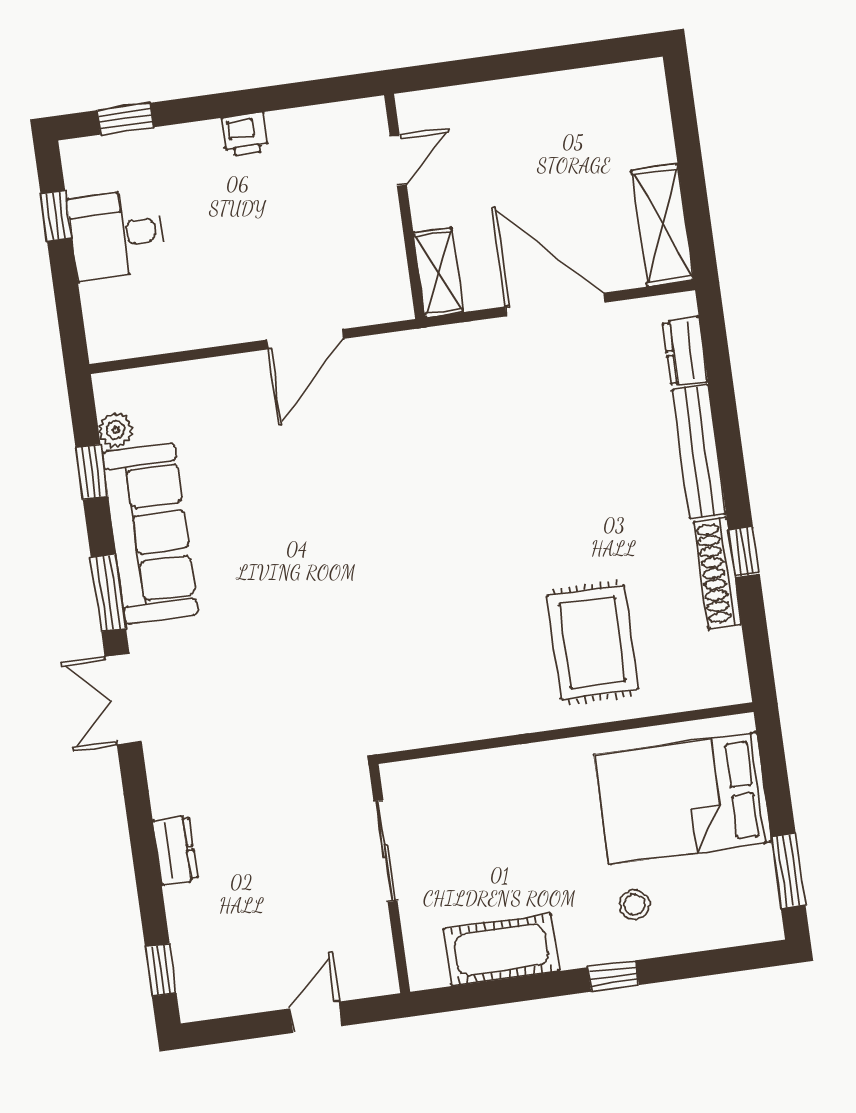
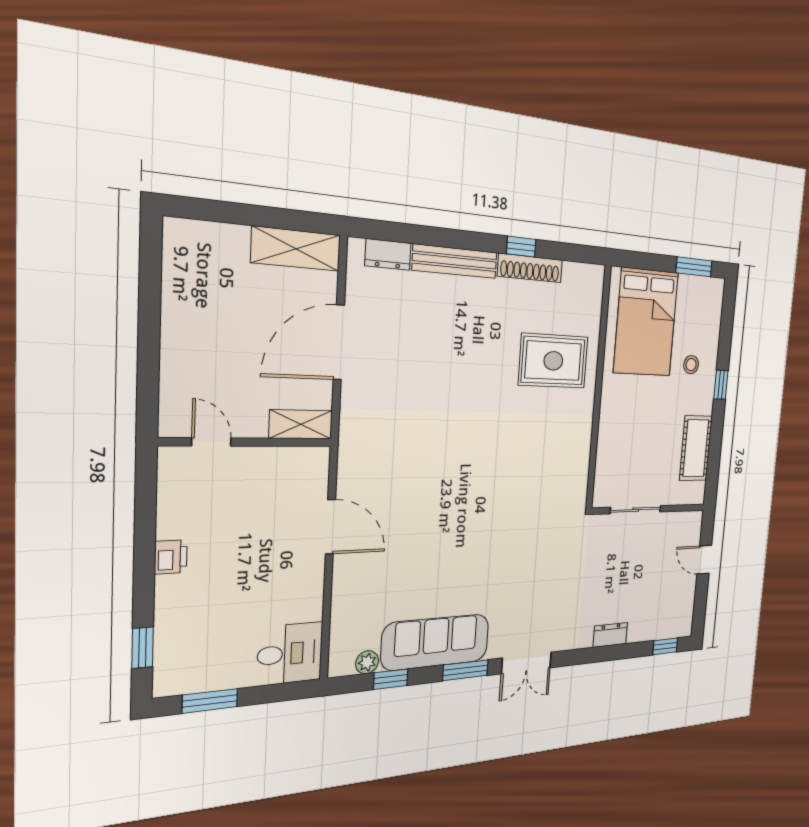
window: (56, 216) -> (210, 701), width x1.50
desk: (117, 234) -> (290, 654), moved, turned -90

